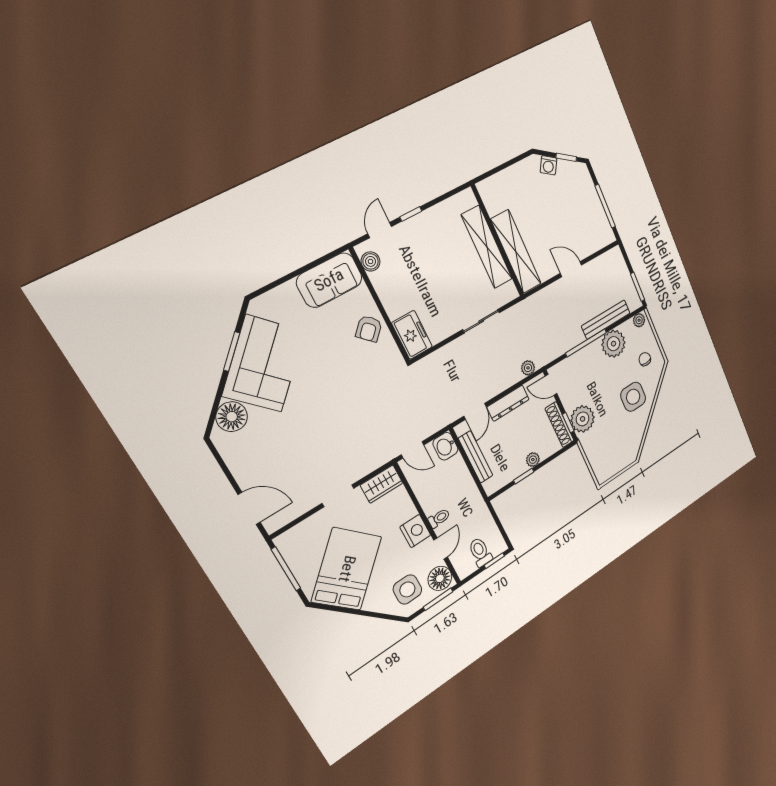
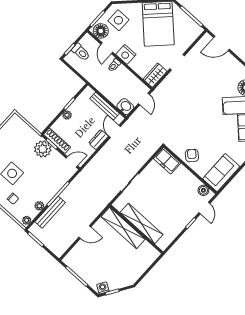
washing machine: (548, 165) -> (103, 288), moved
plant: (614, 344) -> (39, 206), width x0.53, depth x0.53
plant: (528, 368) -> (91, 167), removed
dresser: (508, 403) -> (98, 140), width x0.70
door: (413, 450) -> (144, 99), swing flipped

